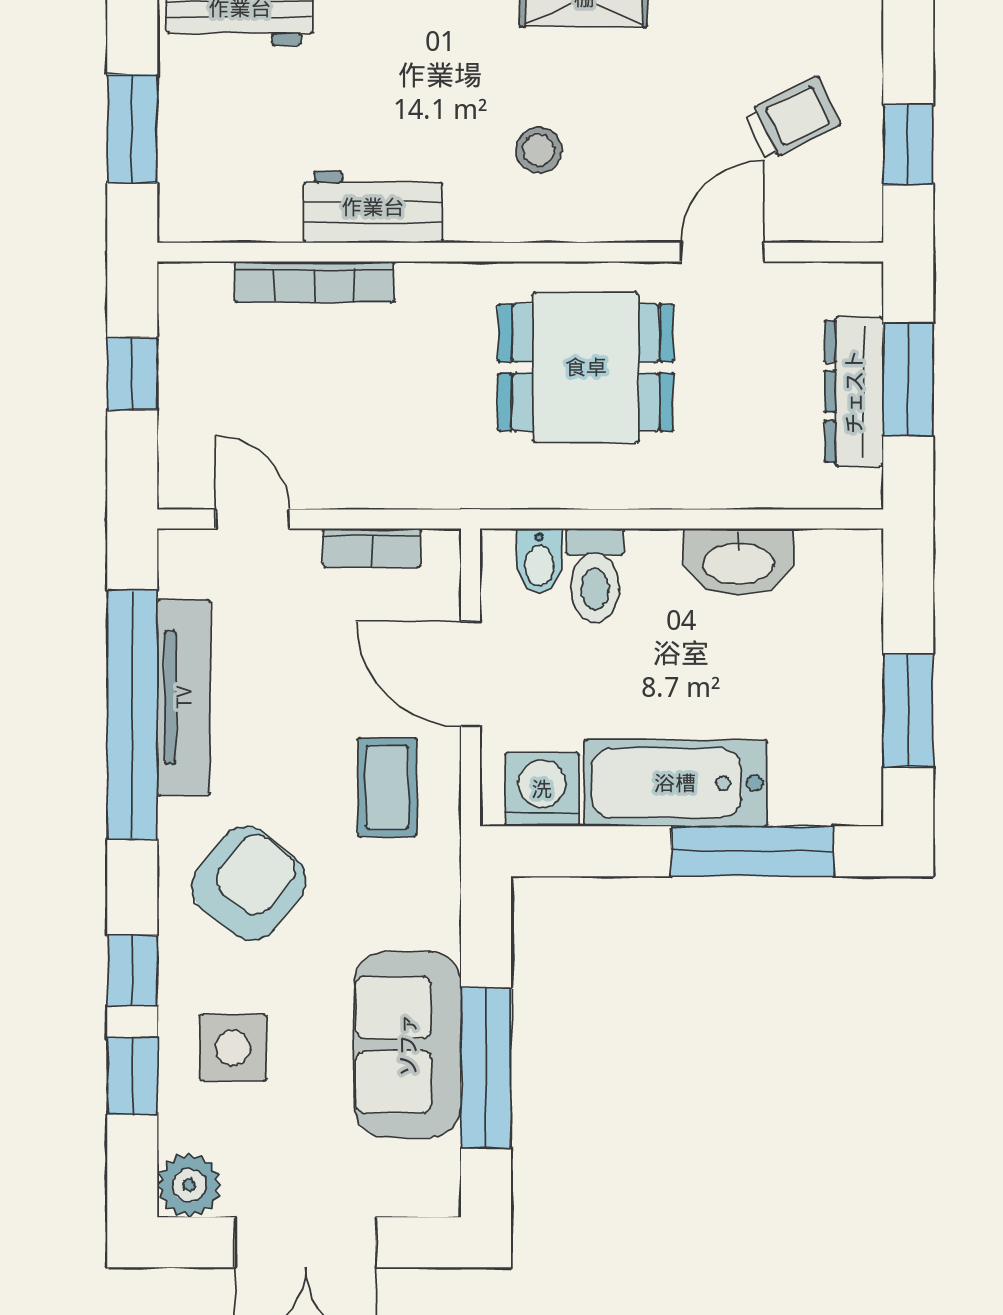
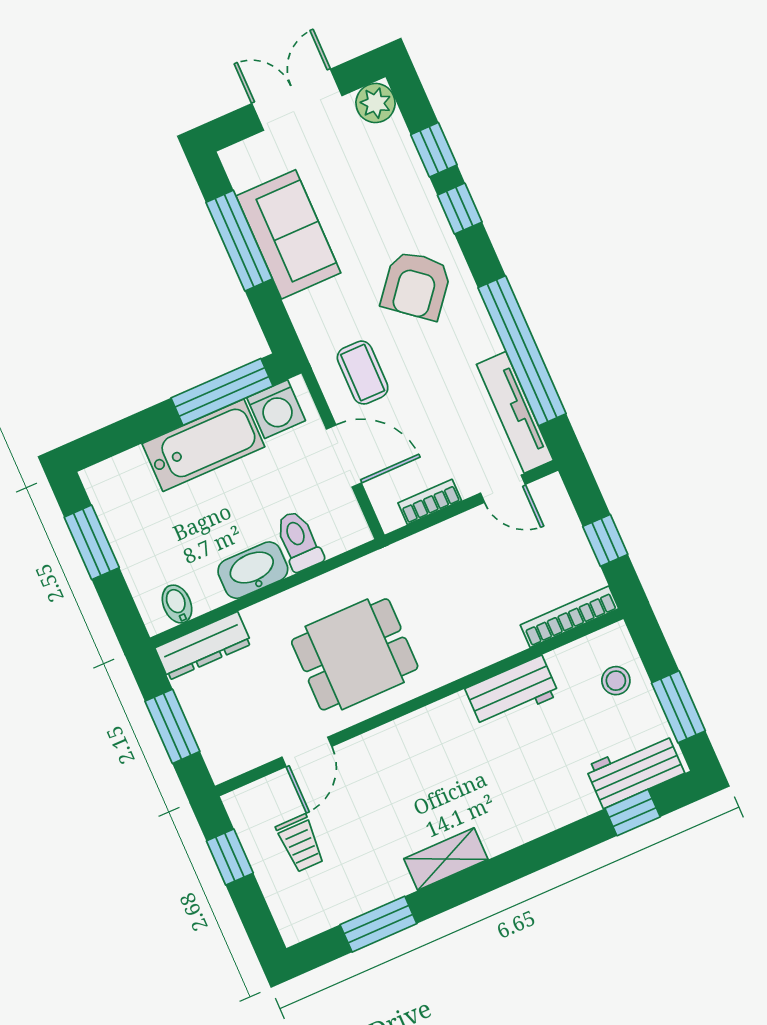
trolley: (793, 119) -> (300, 843), turned -64
window: (132, 129) -> (678, 707), moved
stool: (539, 150) -> (616, 681), moved
bookcase: (314, 282) -> (570, 617), moved
dresser: (854, 392) -> (203, 646), moved, turned 90
bidet: (539, 561) -> (177, 604), moved
washbasin: (738, 562) -> (253, 570), moved
tv unit: (184, 697) -> (515, 412), moved
window: (752, 851) -> (222, 392), moved
side table: (233, 1048) -> (385, 190), removed

